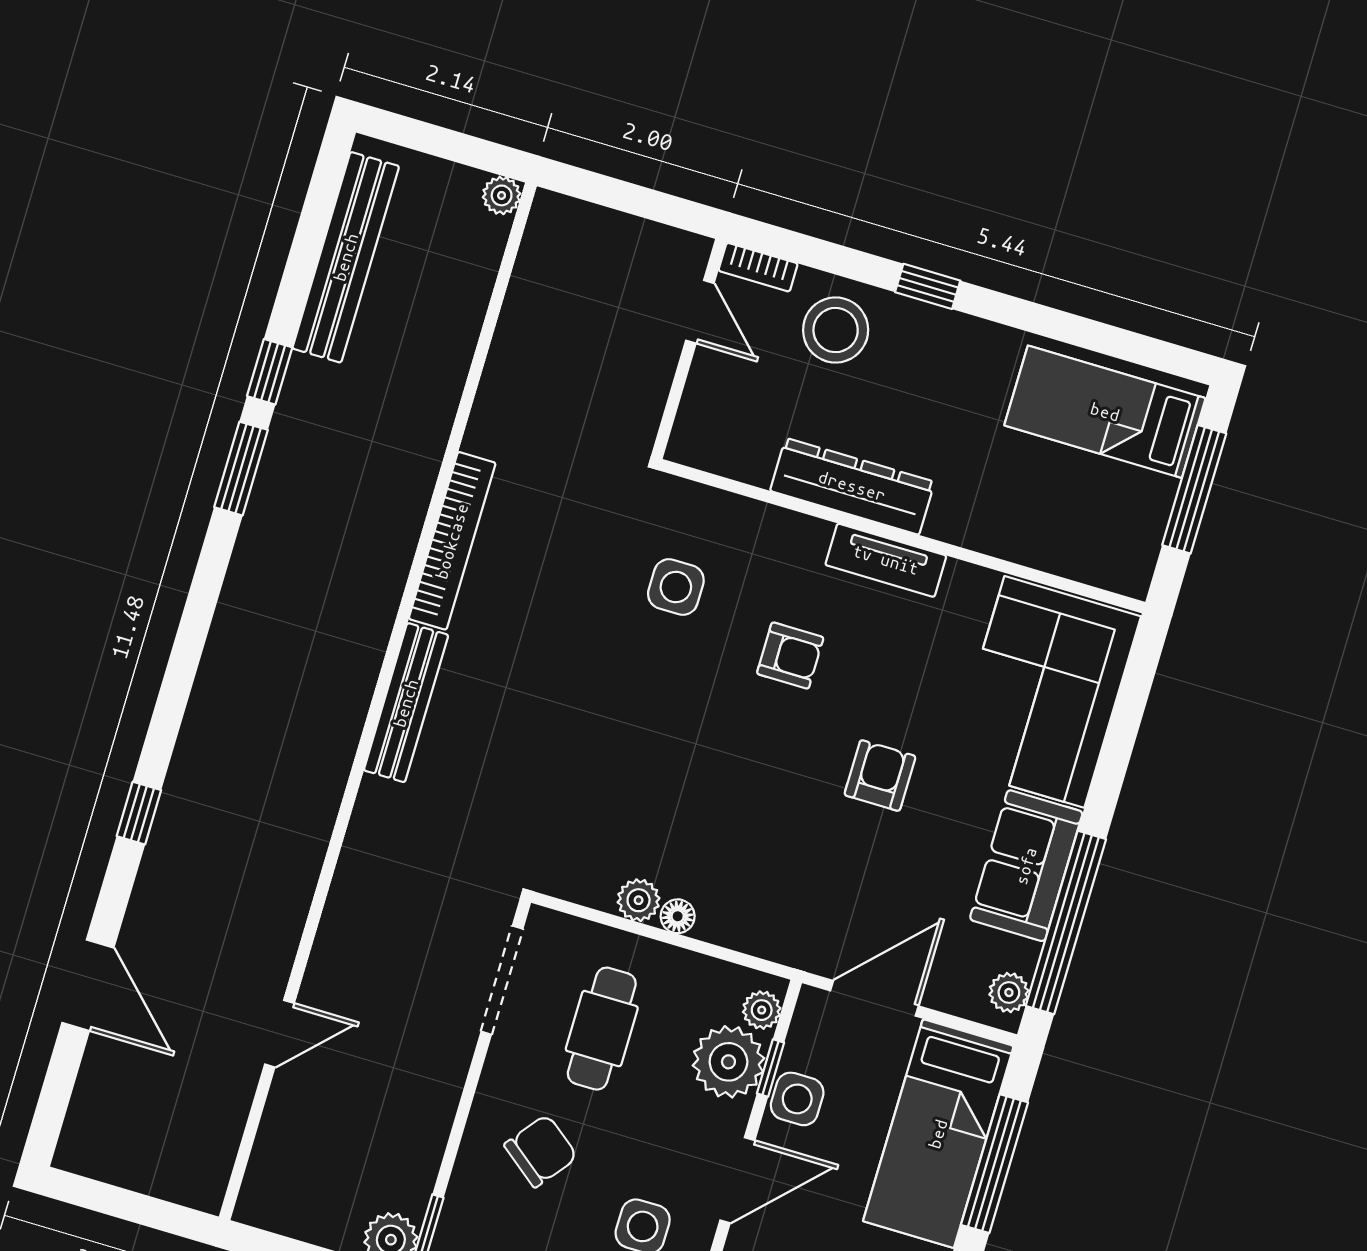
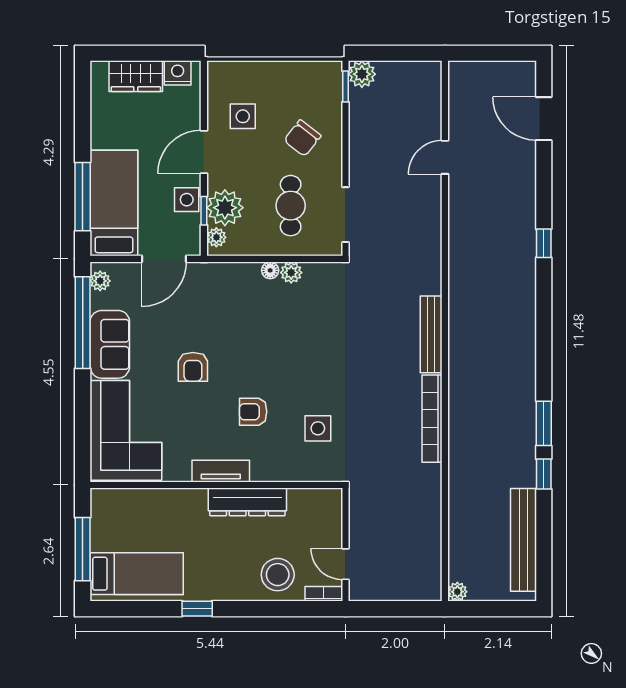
window: (928, 286) -> (197, 609), moved
door: (88, 985) -> (544, 119), moved

